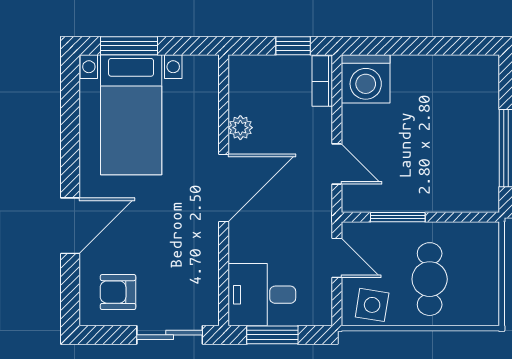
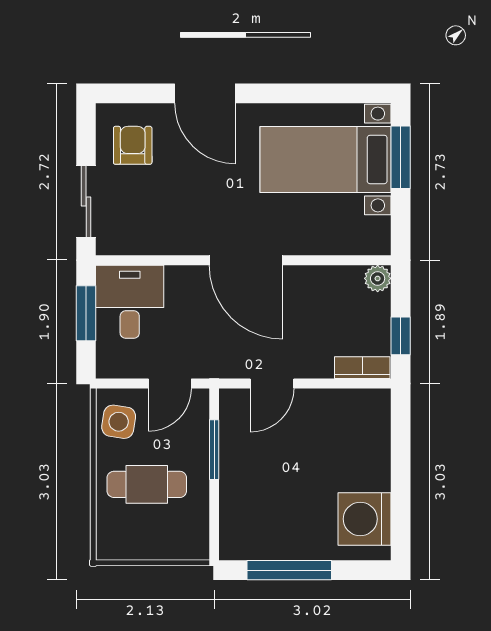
washing machine: (366, 79) -> (365, 519), moved
plant: (240, 128) -> (378, 278), moved

